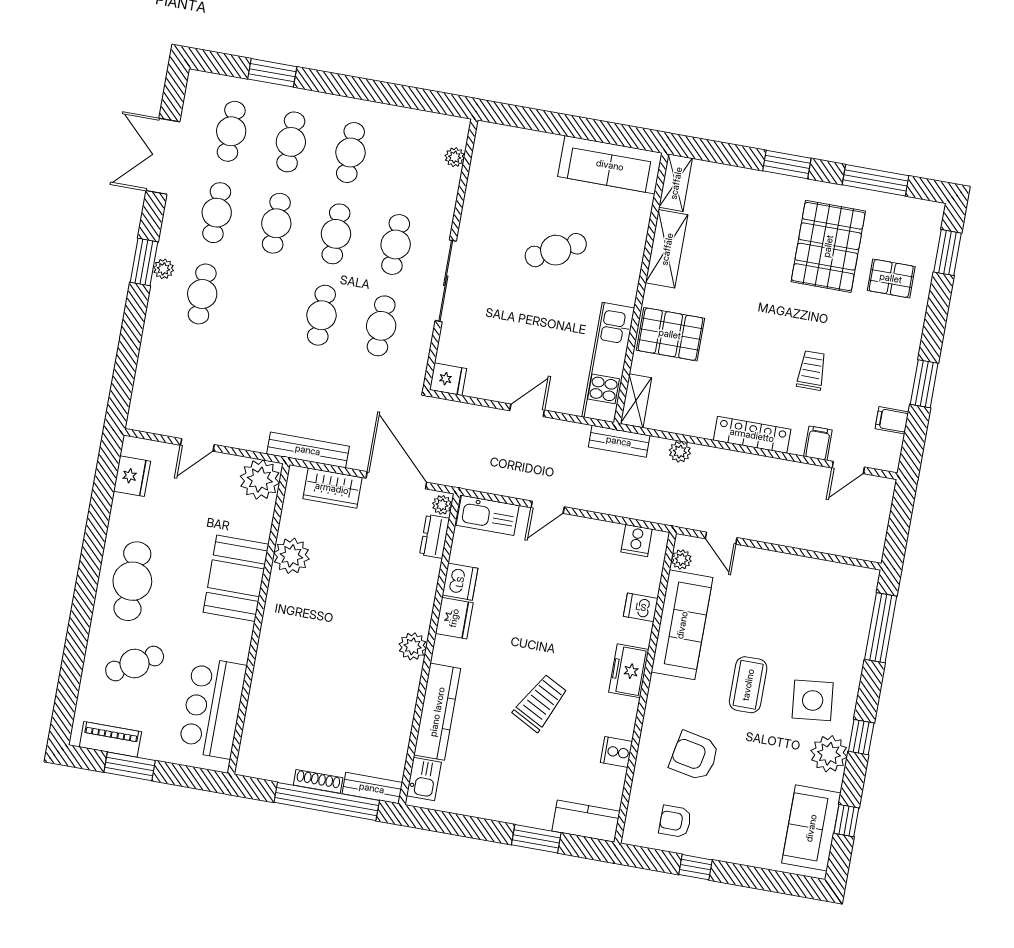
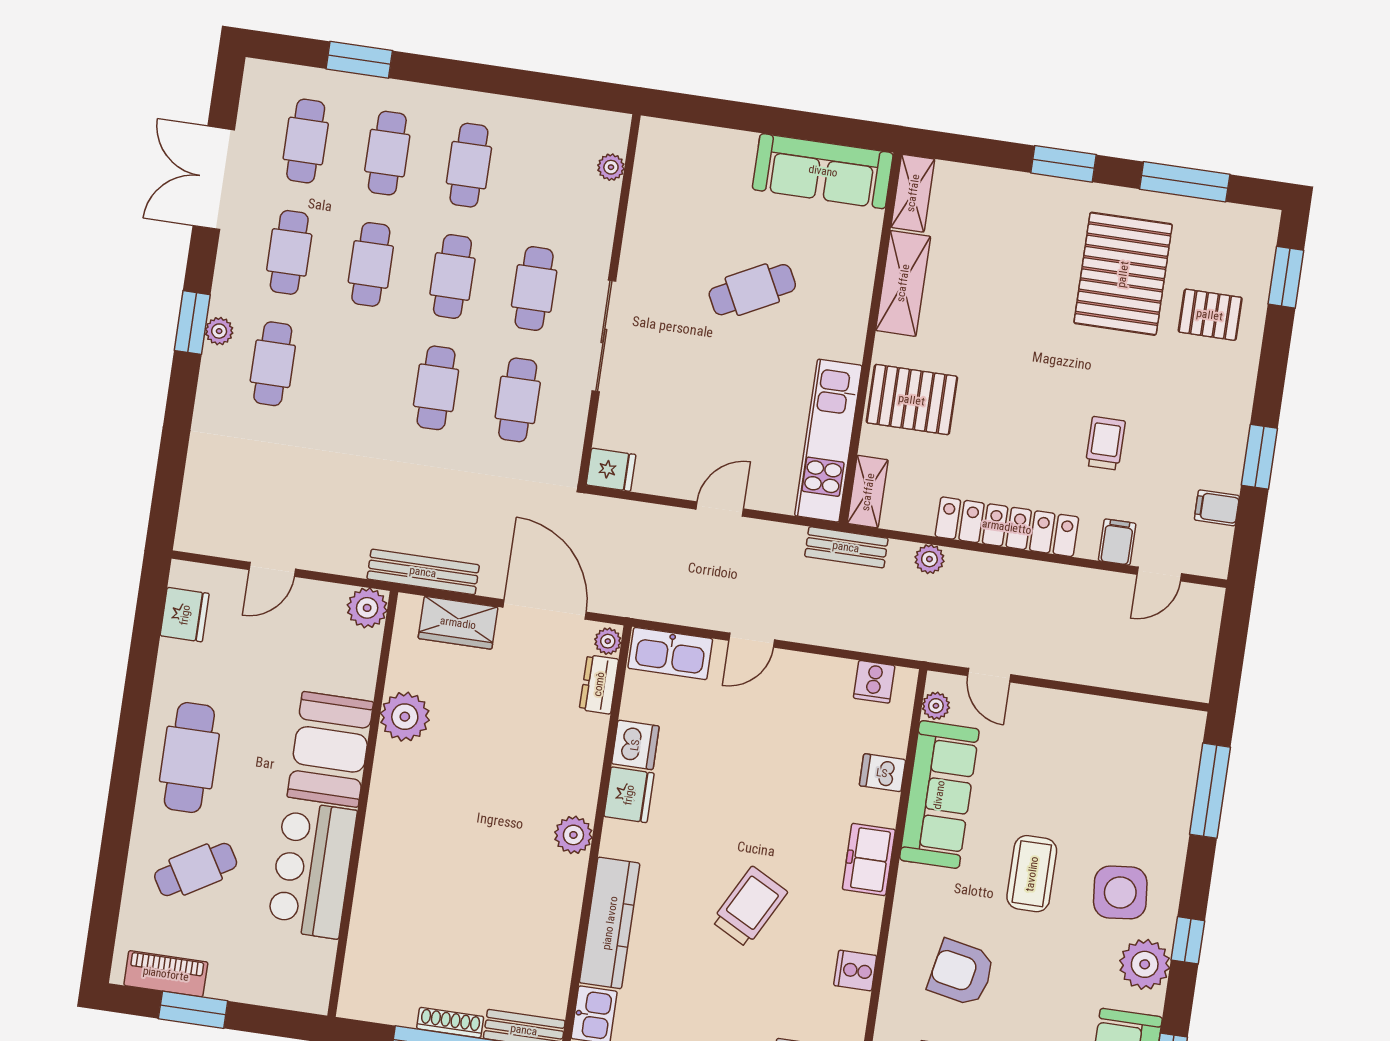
locker: (752, 435) -> (1007, 527), width x1.41, depth x1.21
plant: (260, 480) -> (367, 608), width x0.73, depth x0.73
bar counter: (213, 708) -> (312, 870), moved

